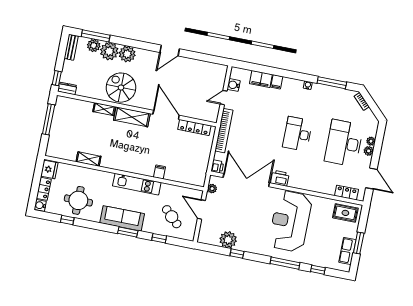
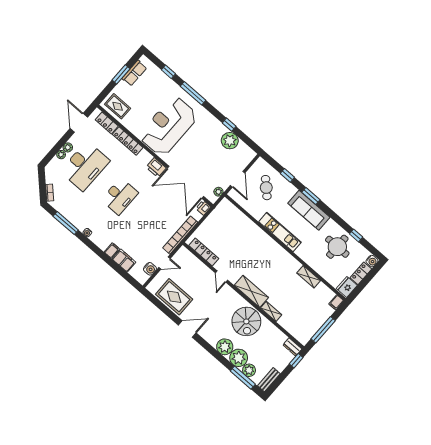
rug: (198, 73) -> (174, 297), added
door: (166, 115) -> (222, 276), width x0.53
filing cabinet: (159, 172) -> (336, 302), moved
locker: (319, 187) -> (128, 141), added
reception desk: (290, 221) -> (168, 126), turned 180

